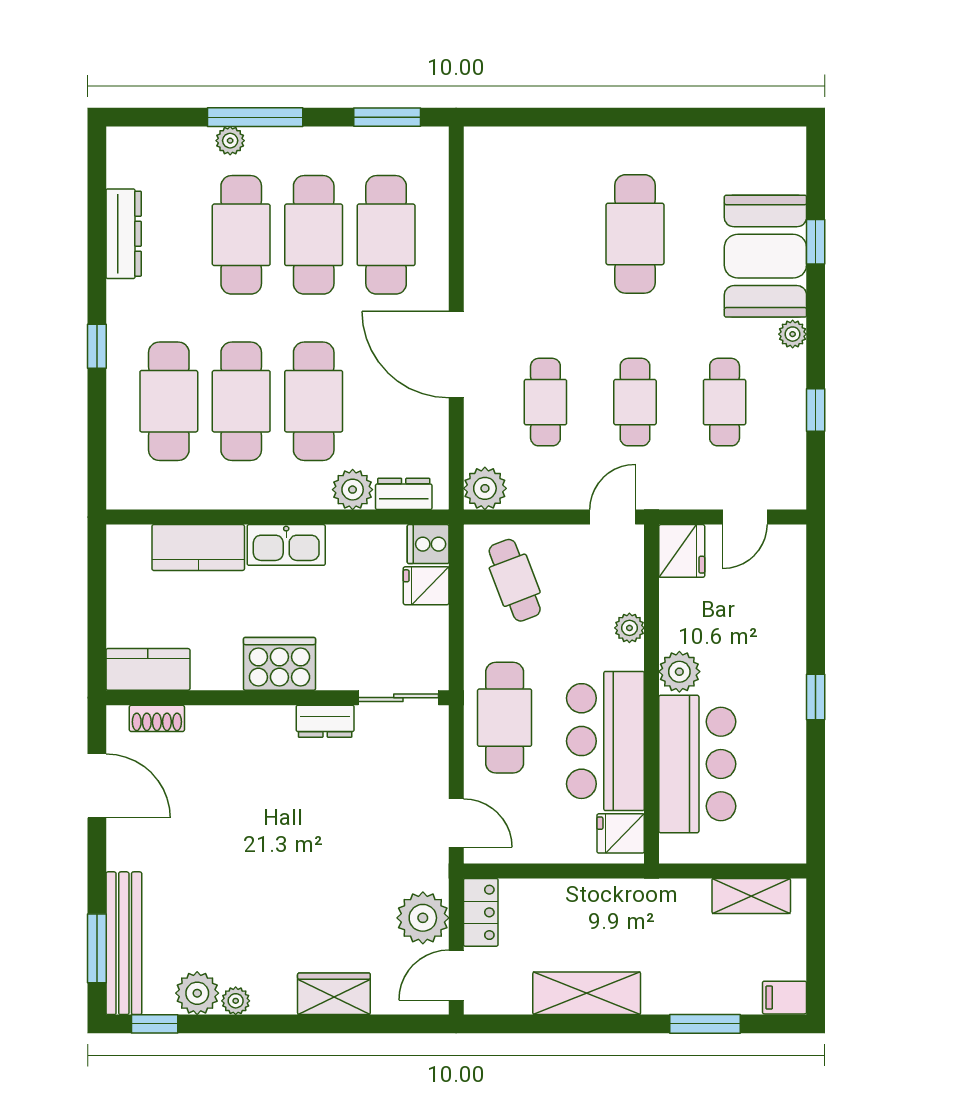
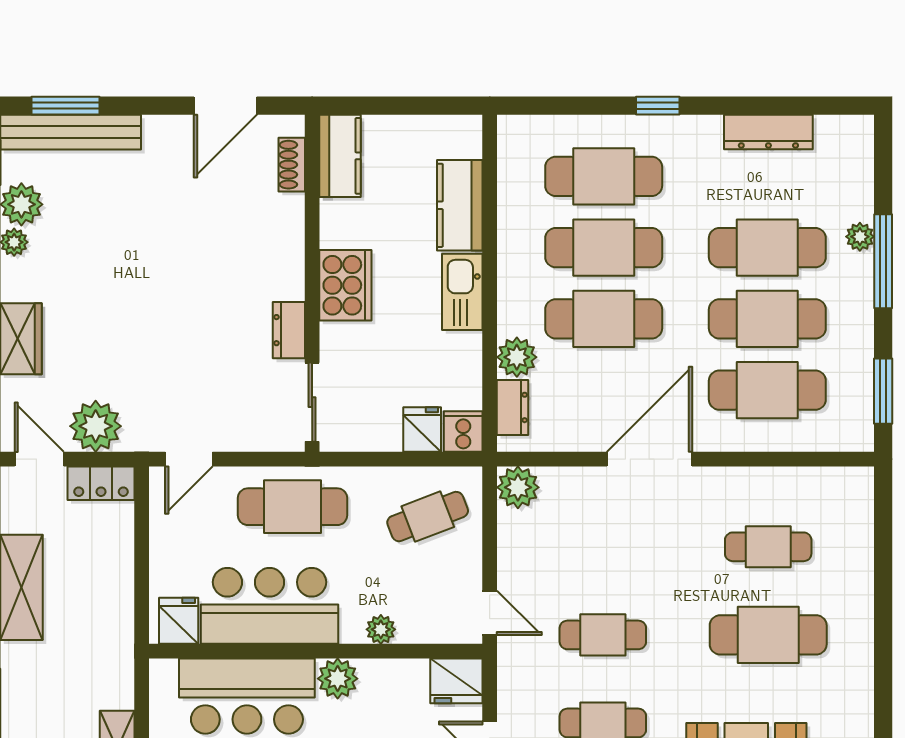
cafe table: (545, 402) -> (768, 547), moved

